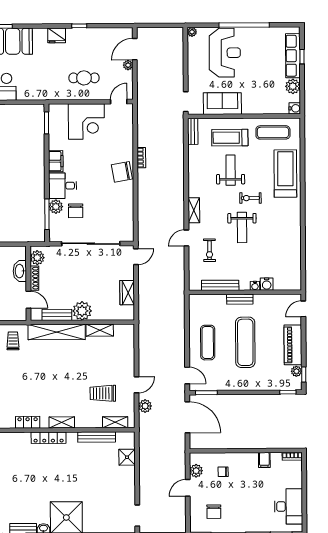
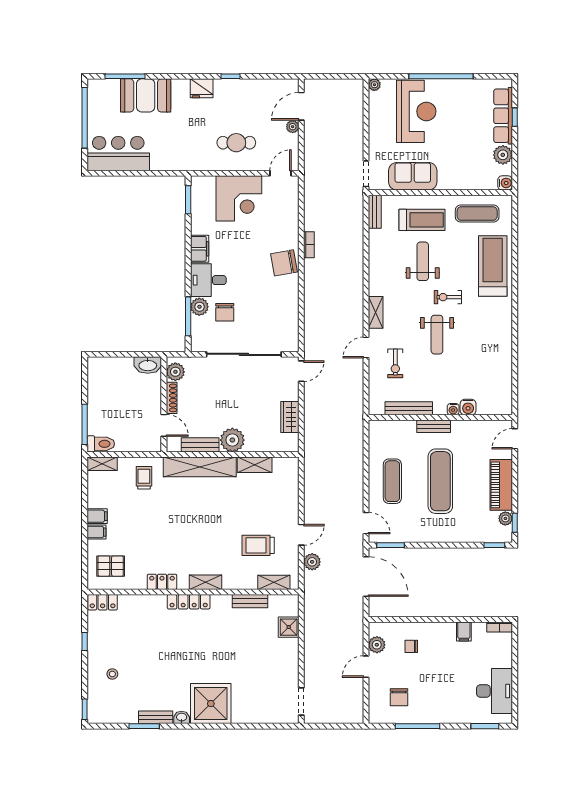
treadmill: (230, 138) -> (422, 220), turned 180
washbasin: (20, 271) -> (148, 365), moved, turned -90
bench: (97, 437) -> (250, 601), width x0.73

